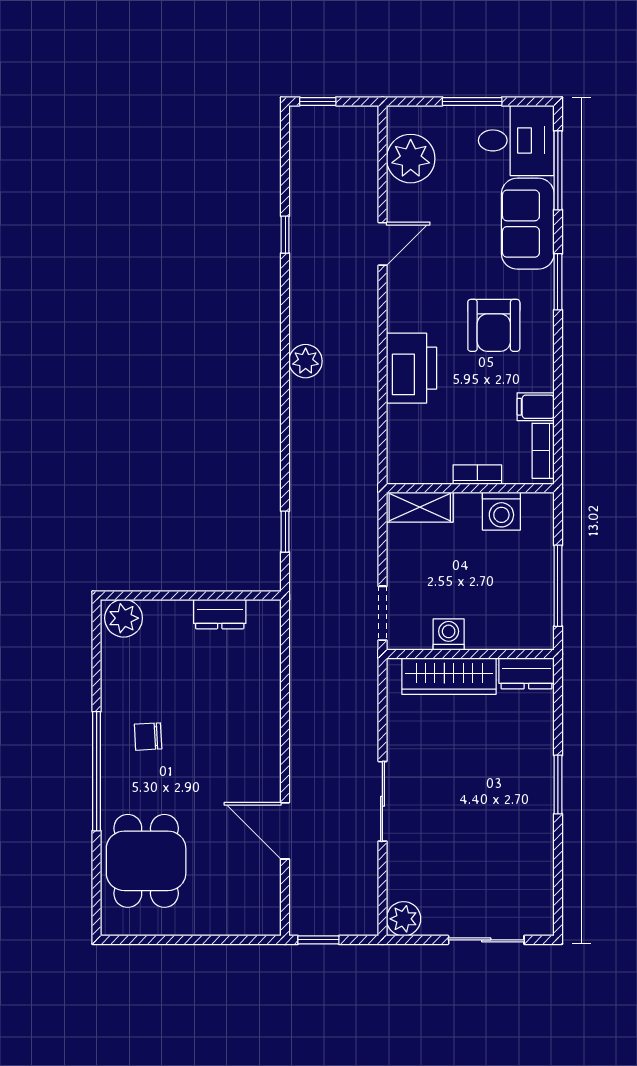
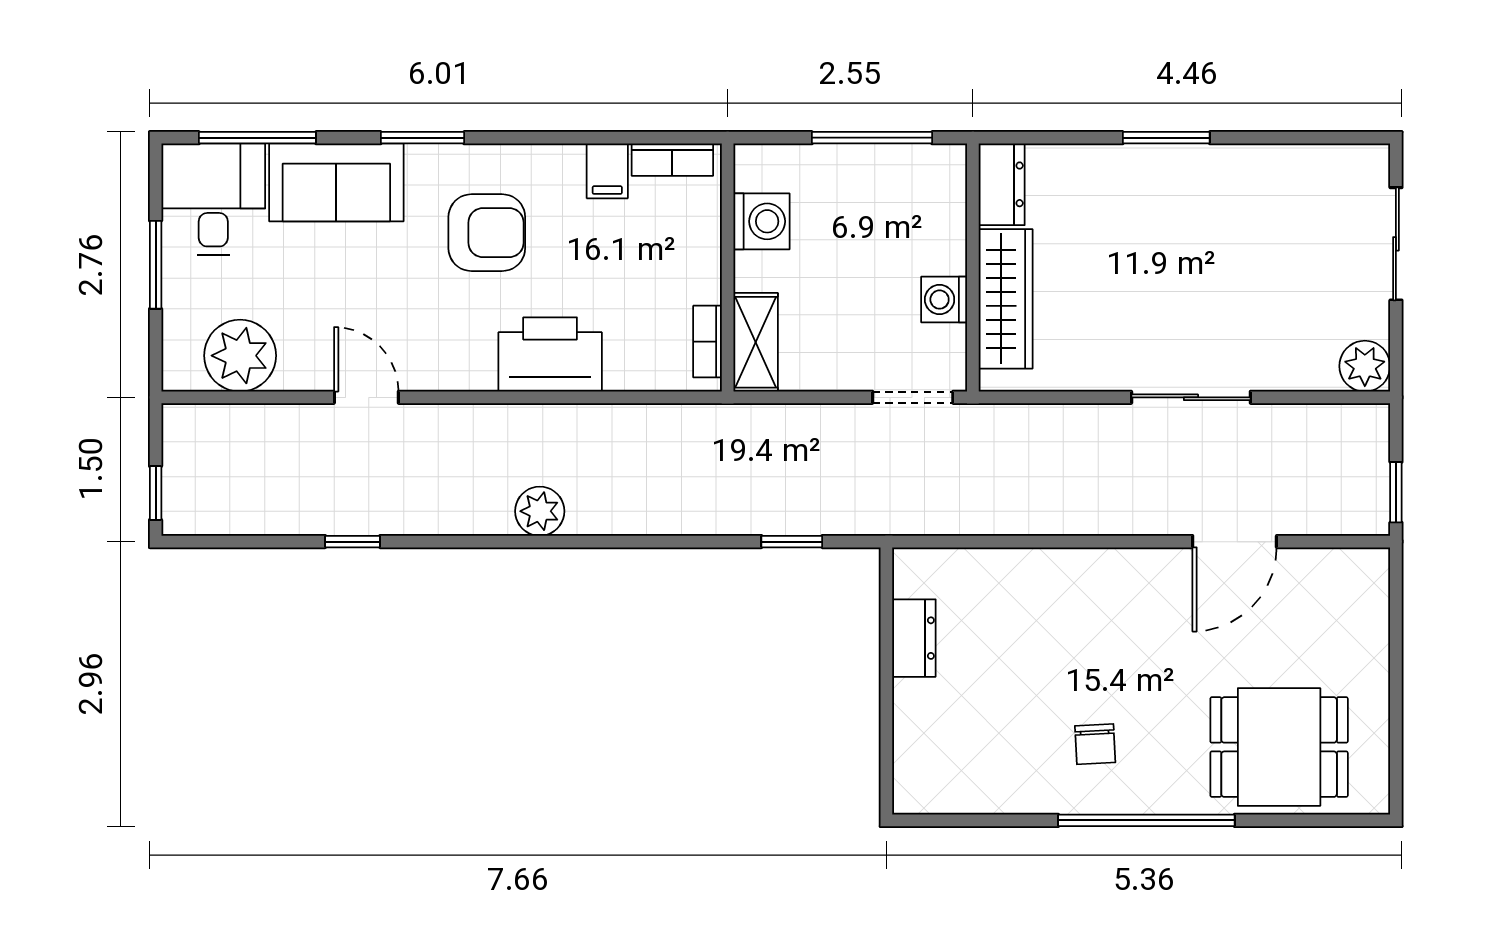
bookcase: (477, 475) -> (708, 342), moved
plant: (124, 618) -> (920, 780), removed

